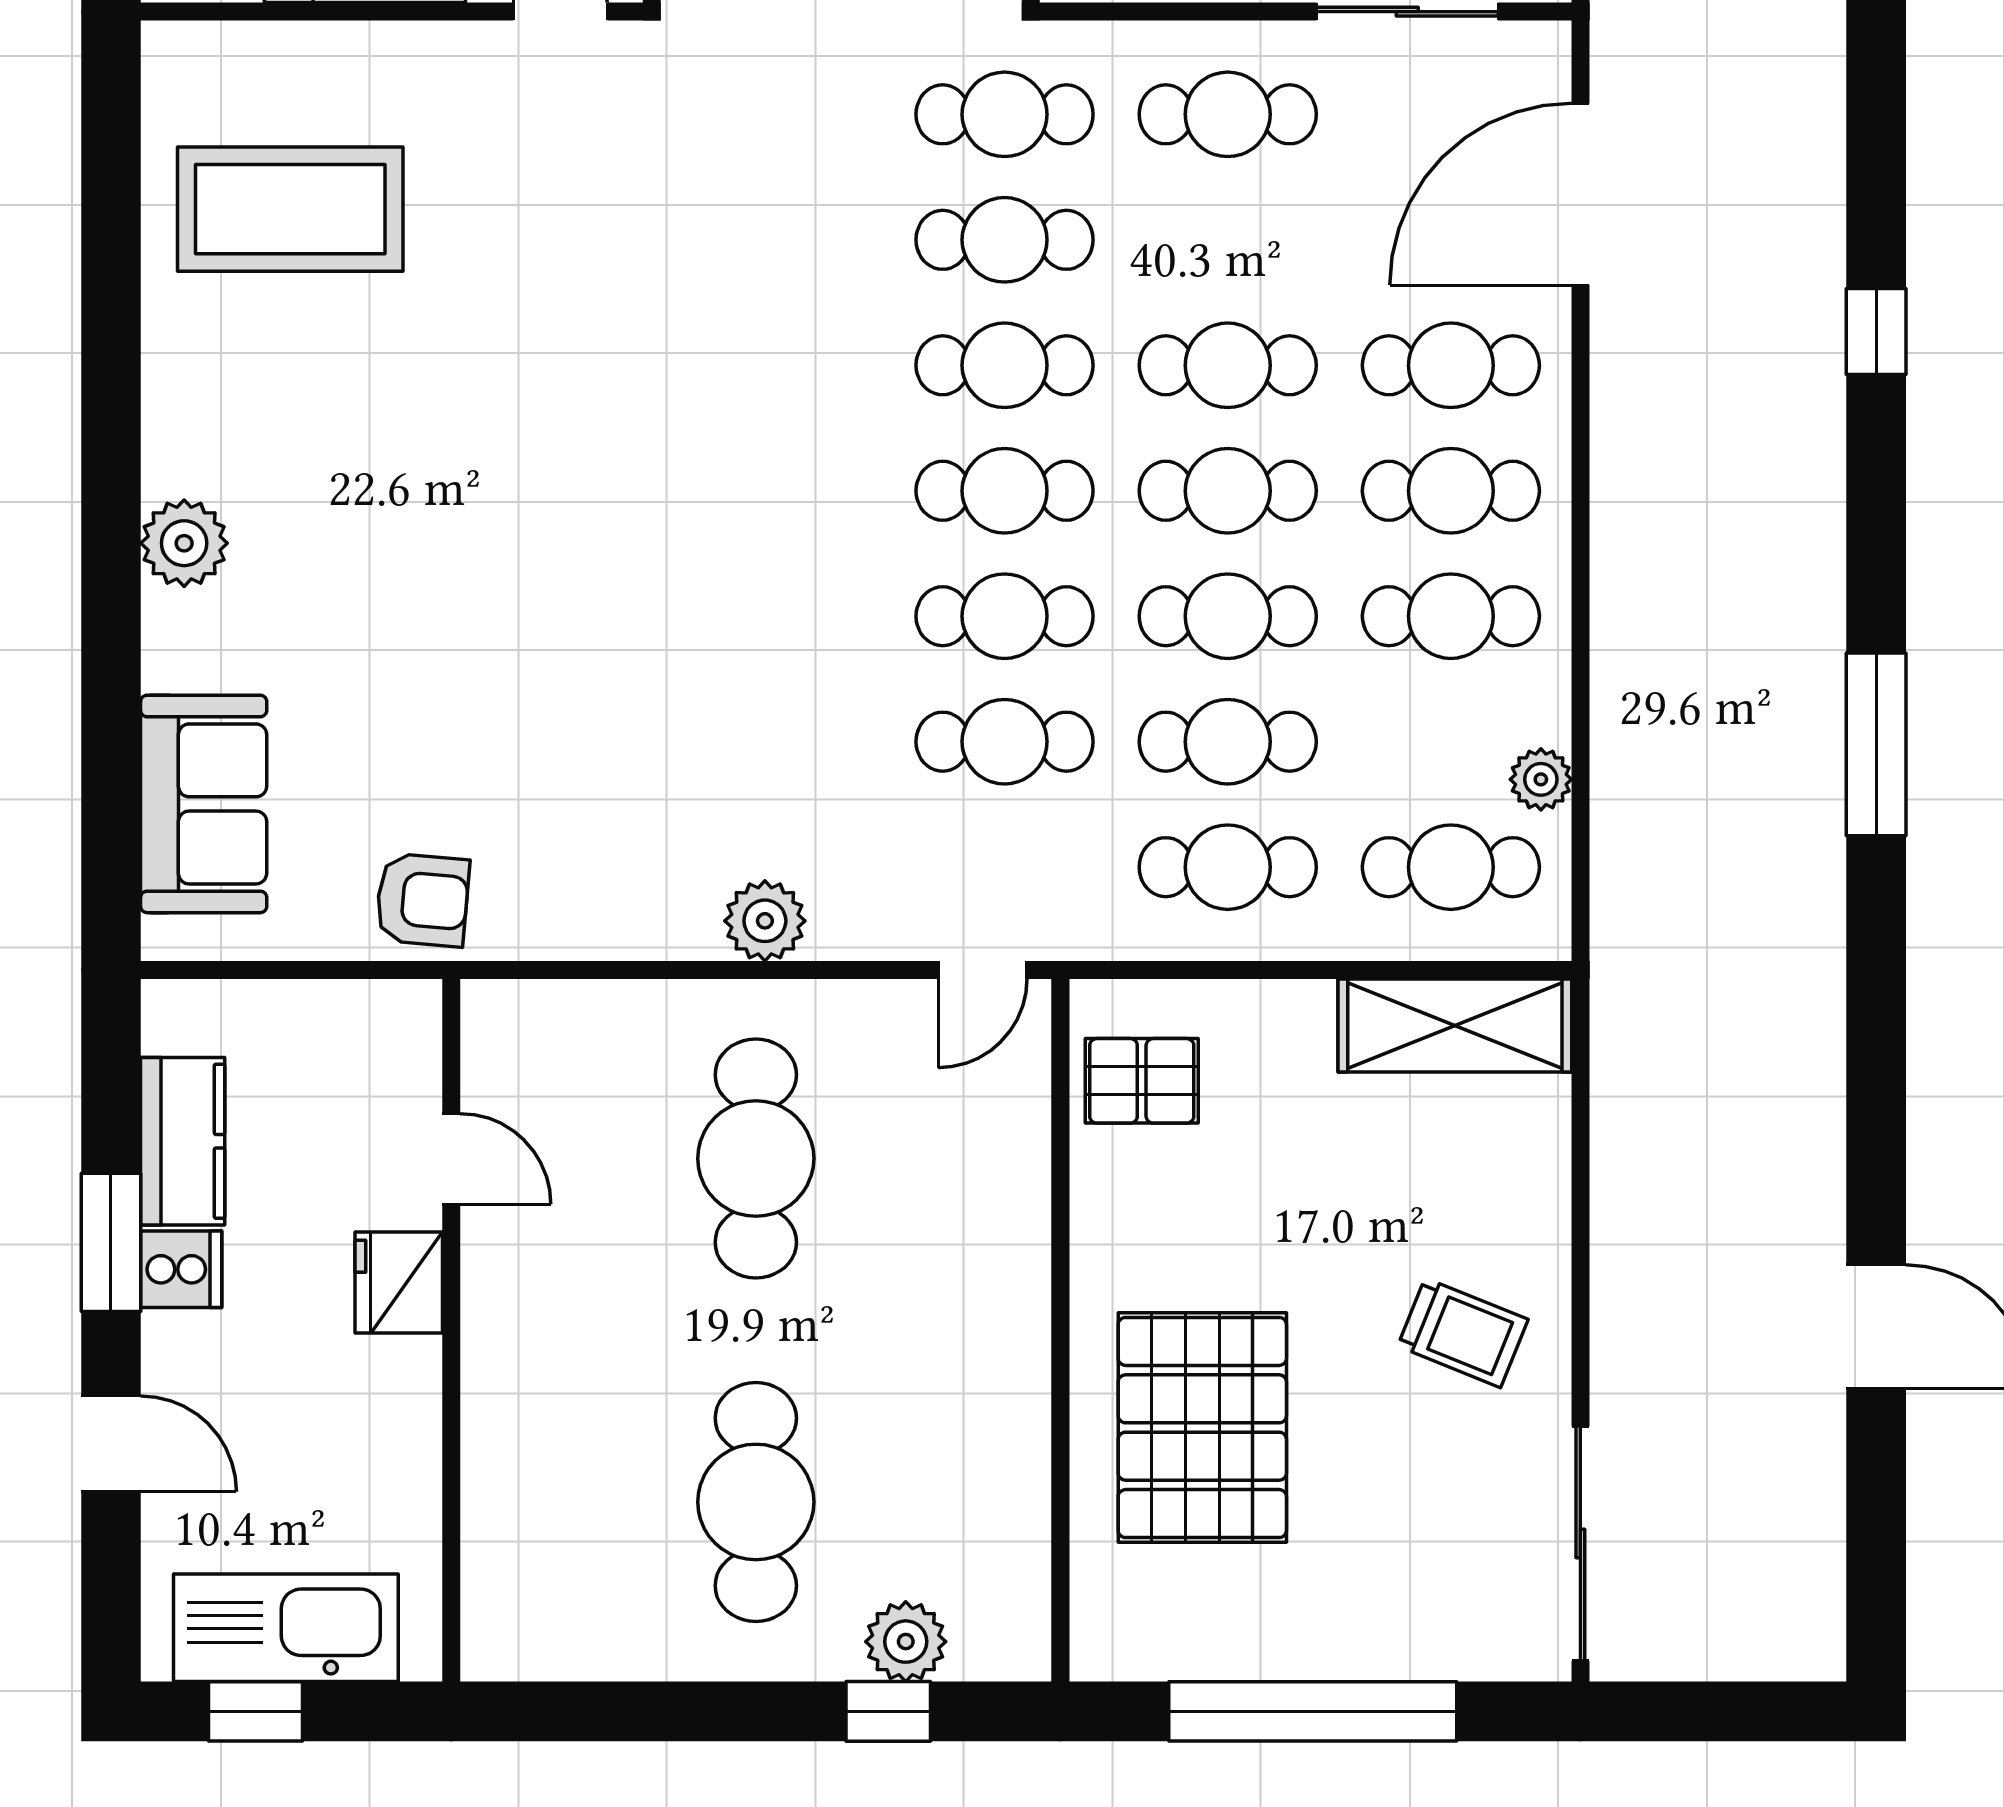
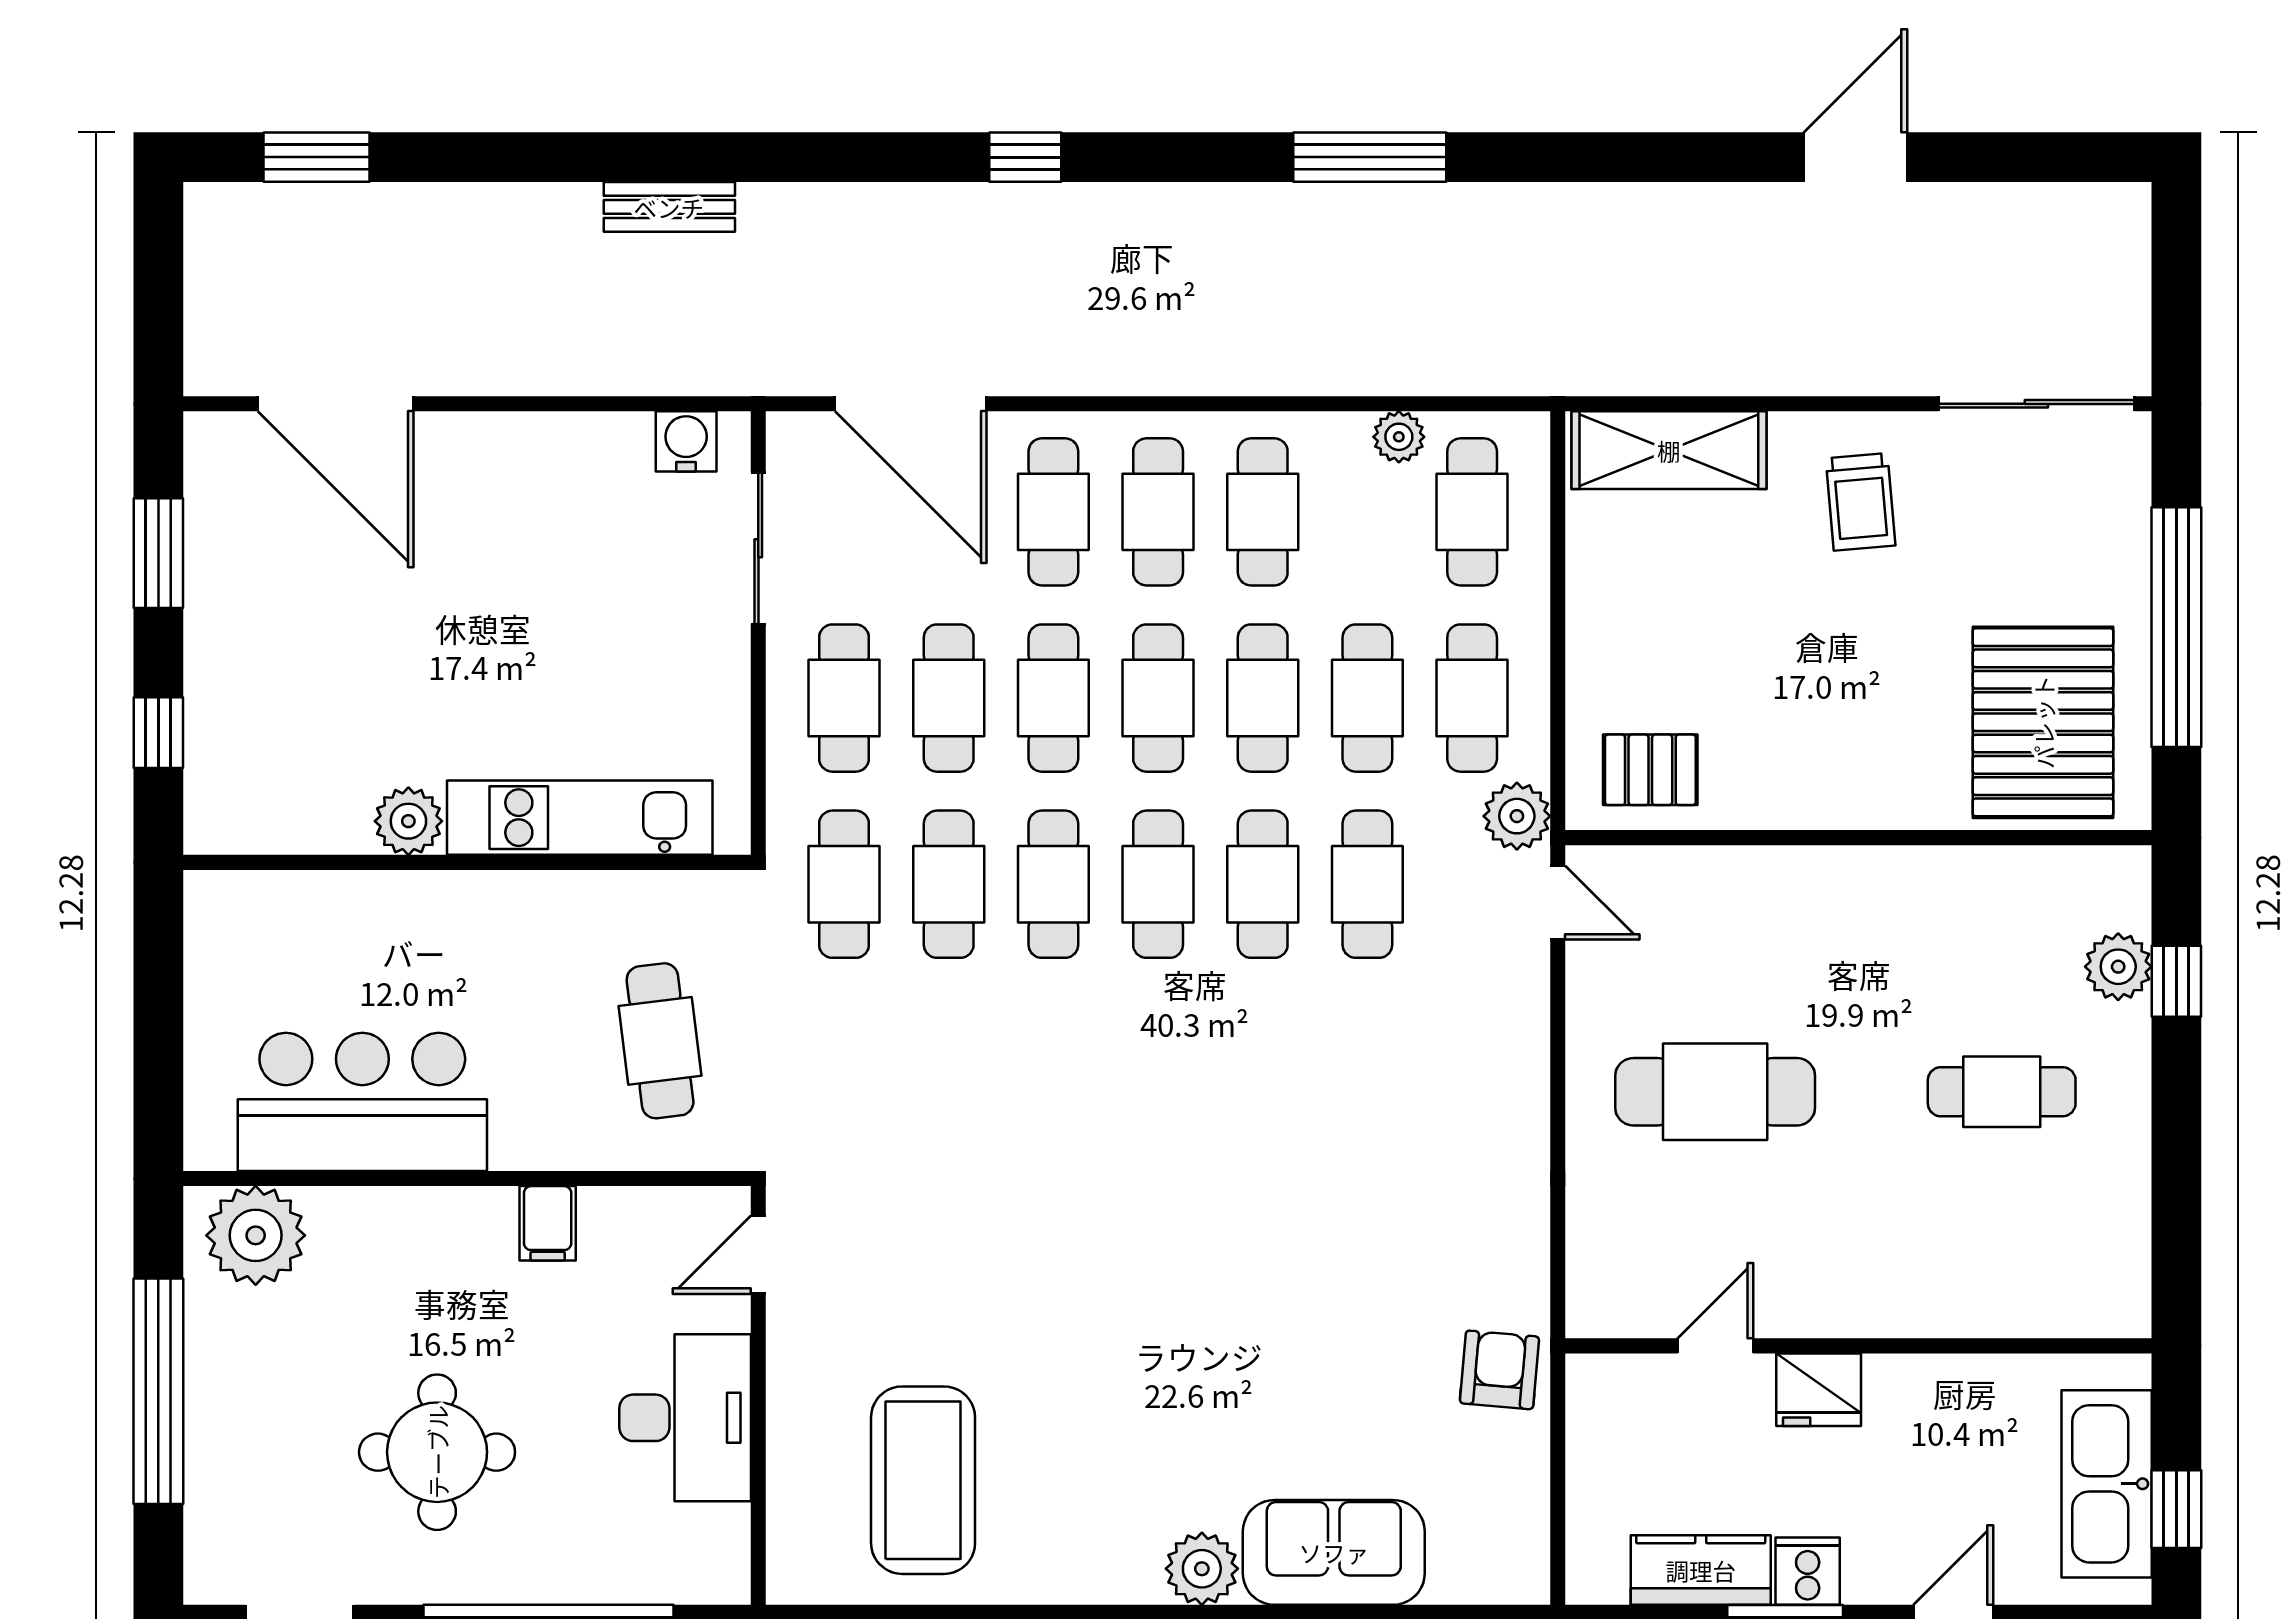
cafe table: (1228, 240) -> (949, 698), added
sofa: (204, 804) -> (1334, 1552), moved
plant: (765, 921) -> (1517, 816), moved
shelving: (1455, 1026) -> (1669, 450), moved, turned 90
pallet: (1142, 1081) -> (1650, 770), turned 90
trolley: (1463, 1333) -> (1861, 502), turned 153
pallet: (1202, 1428) -> (2043, 722), moved, turned 90
cafe table: (756, 1502) -> (2002, 1092), width x0.73, depth x0.74

